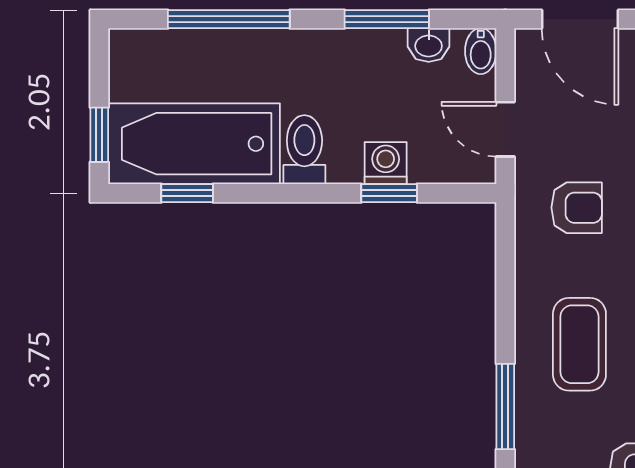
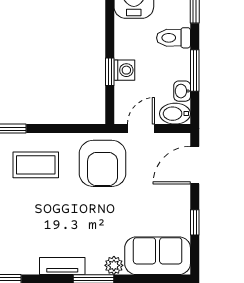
bidet: (481, 51) -> (175, 114), width x1.38, depth x1.36
toilet: (304, 150) -> (173, 38), moved, turned 180
armchair: (577, 208) -> (103, 163), width x1.88, depth x1.88

